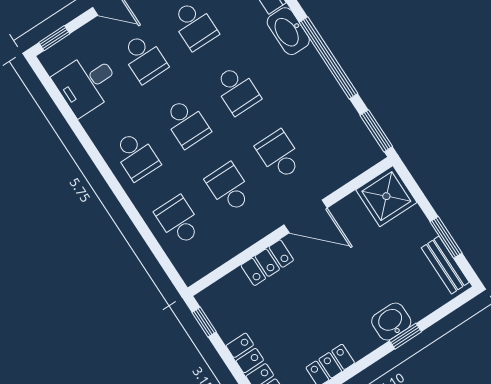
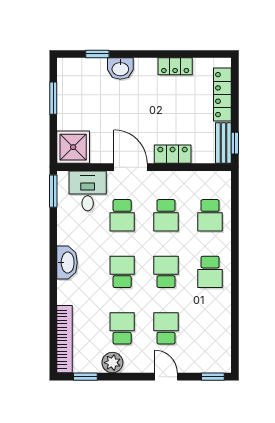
washbasin: (288, 31) -> (67, 263), moved
window: (328, 58) -> (53, 255), removed
desk: (87, 83) -> (88, 191), moved, turned -90
school desk: (136, 156) -> (210, 272), turned 180
bench: (445, 265) -> (223, 143), moved
window: (405, 336) -> (97, 54), moved

